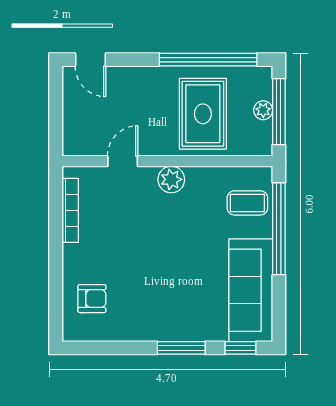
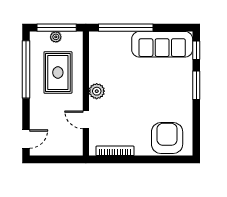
rug: (203, 114) -> (58, 72), turned 90
coffee table: (247, 203) -> (111, 46), removed
armchair: (92, 299) -> (167, 138), width x1.88, depth x1.88

